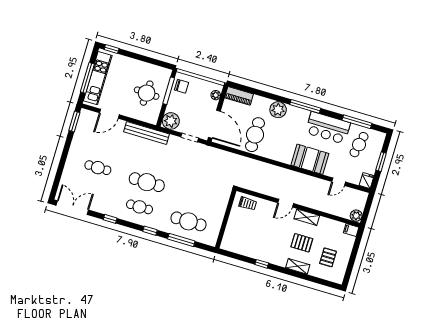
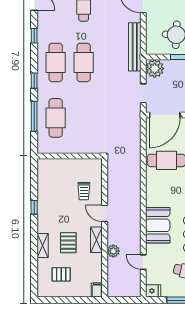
trolley: (248, 203) -> (84, 191), moved
cafe table: (139, 207) -> (56, 62), width x1.37, depth x1.35
plant: (356, 216) -> (113, 251), moved

